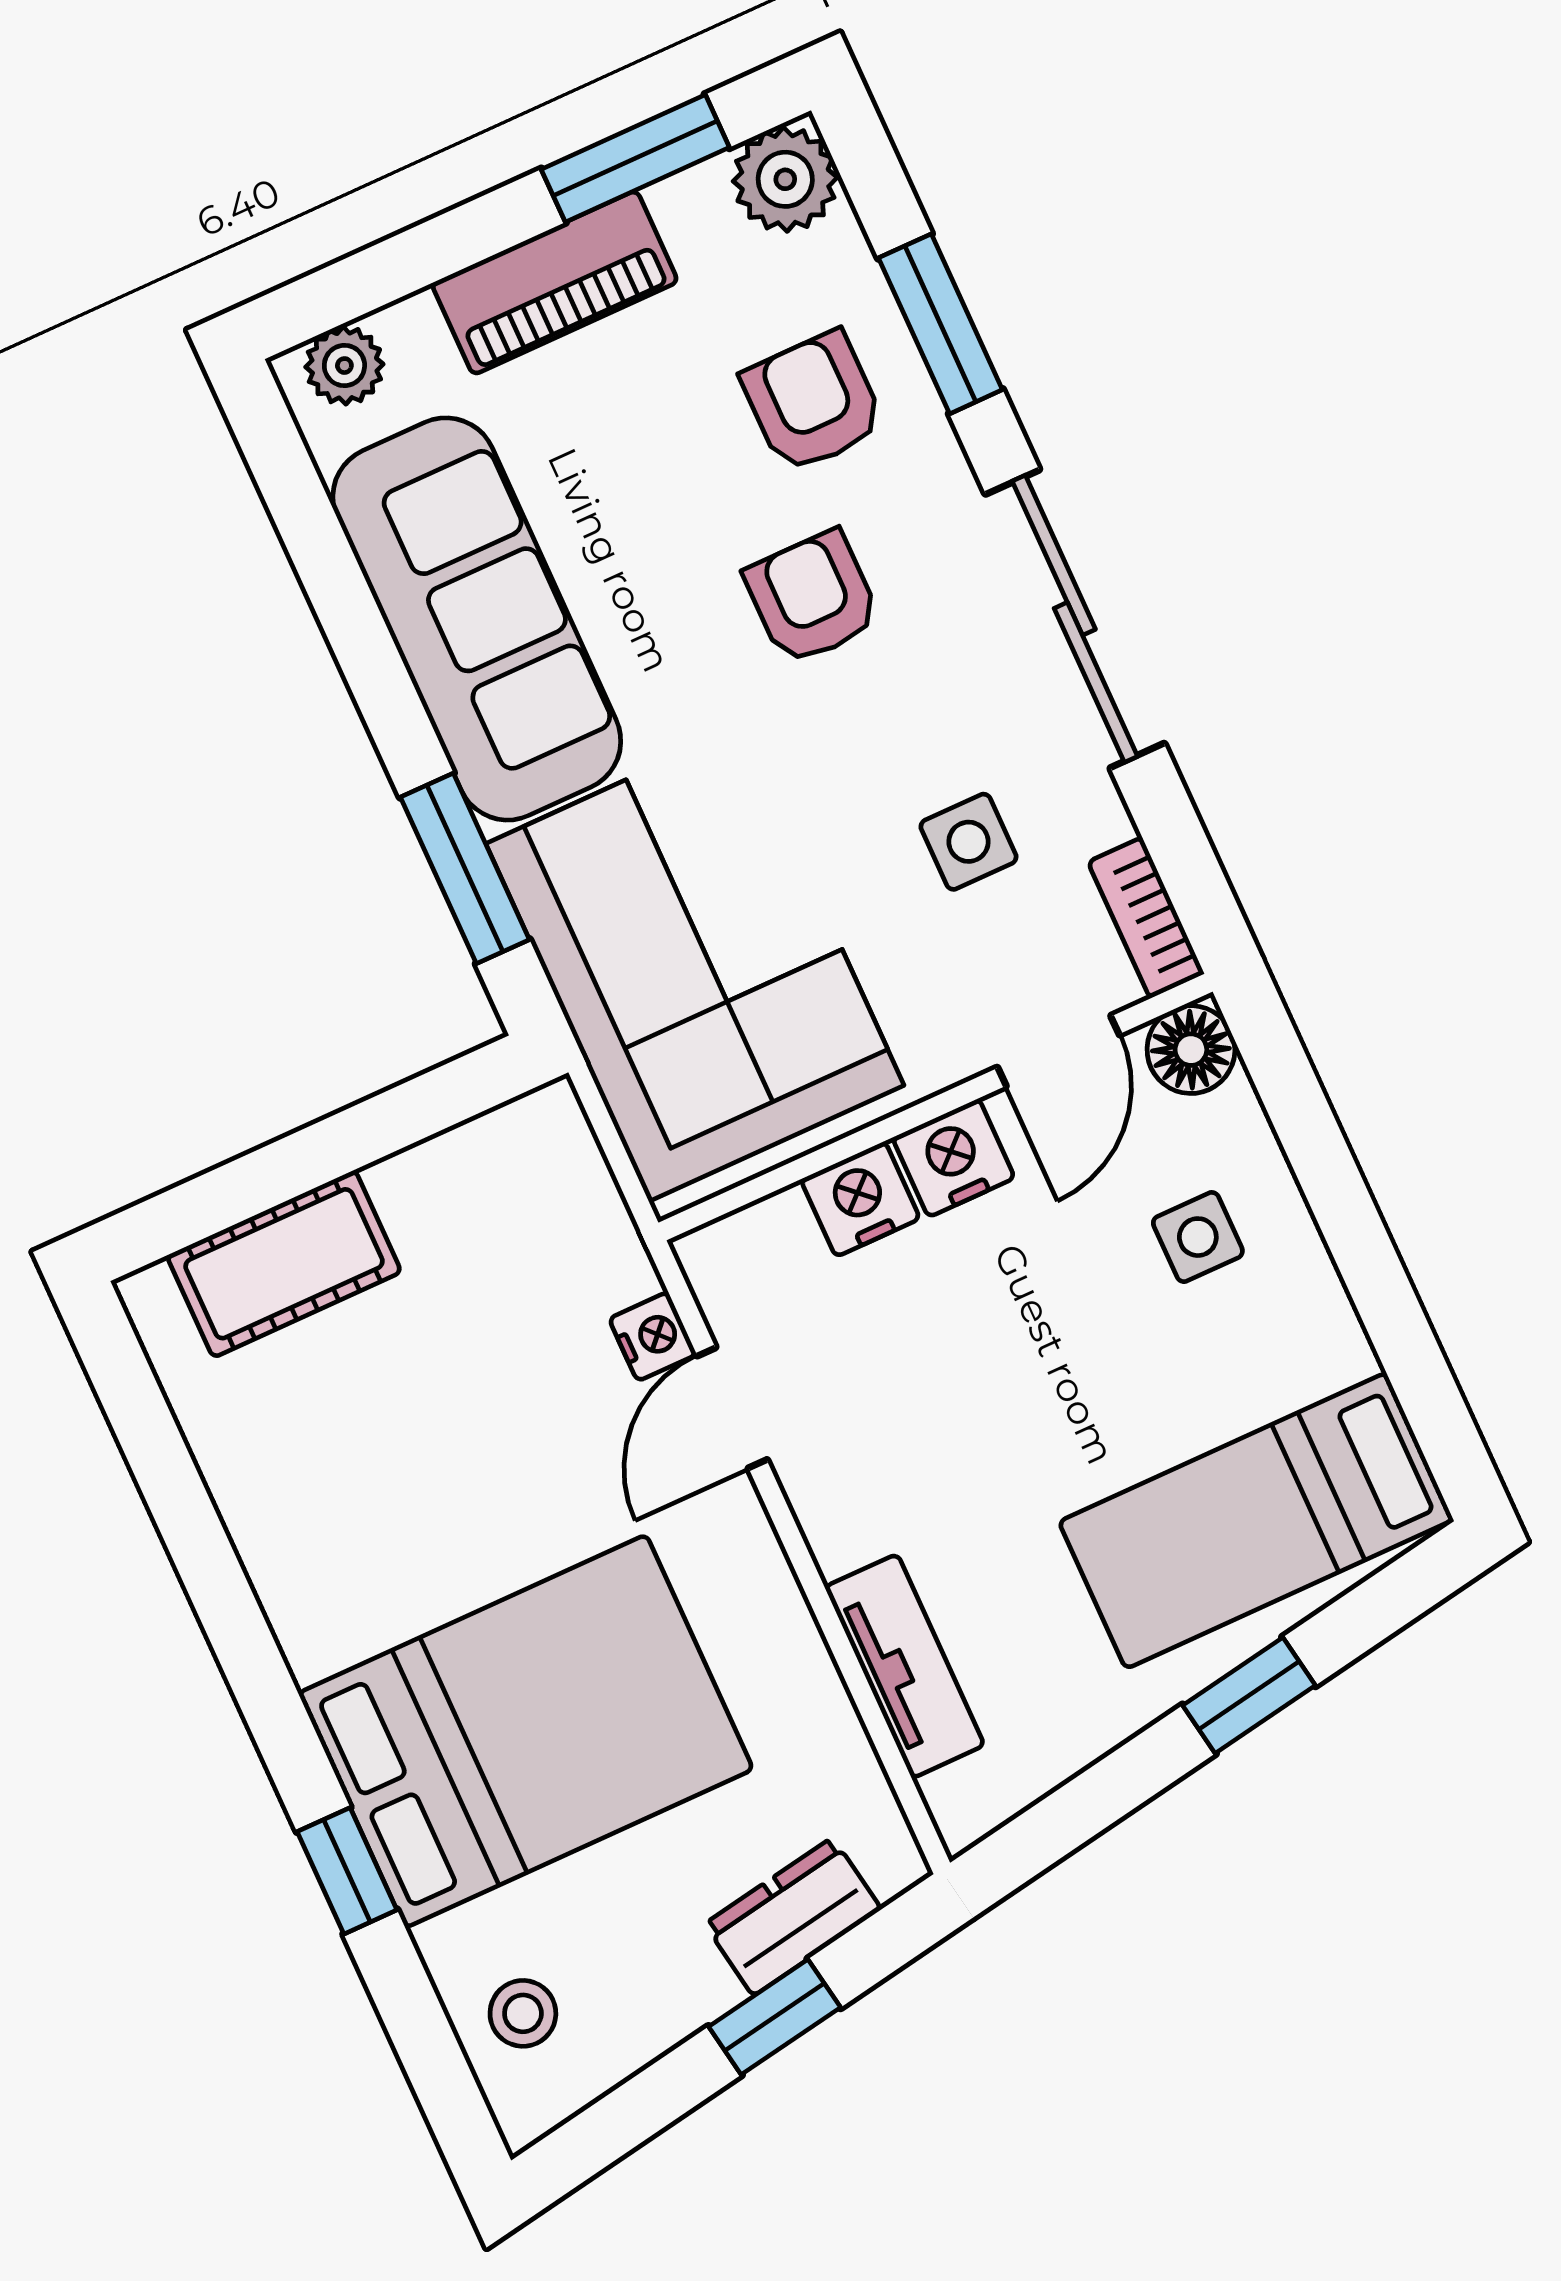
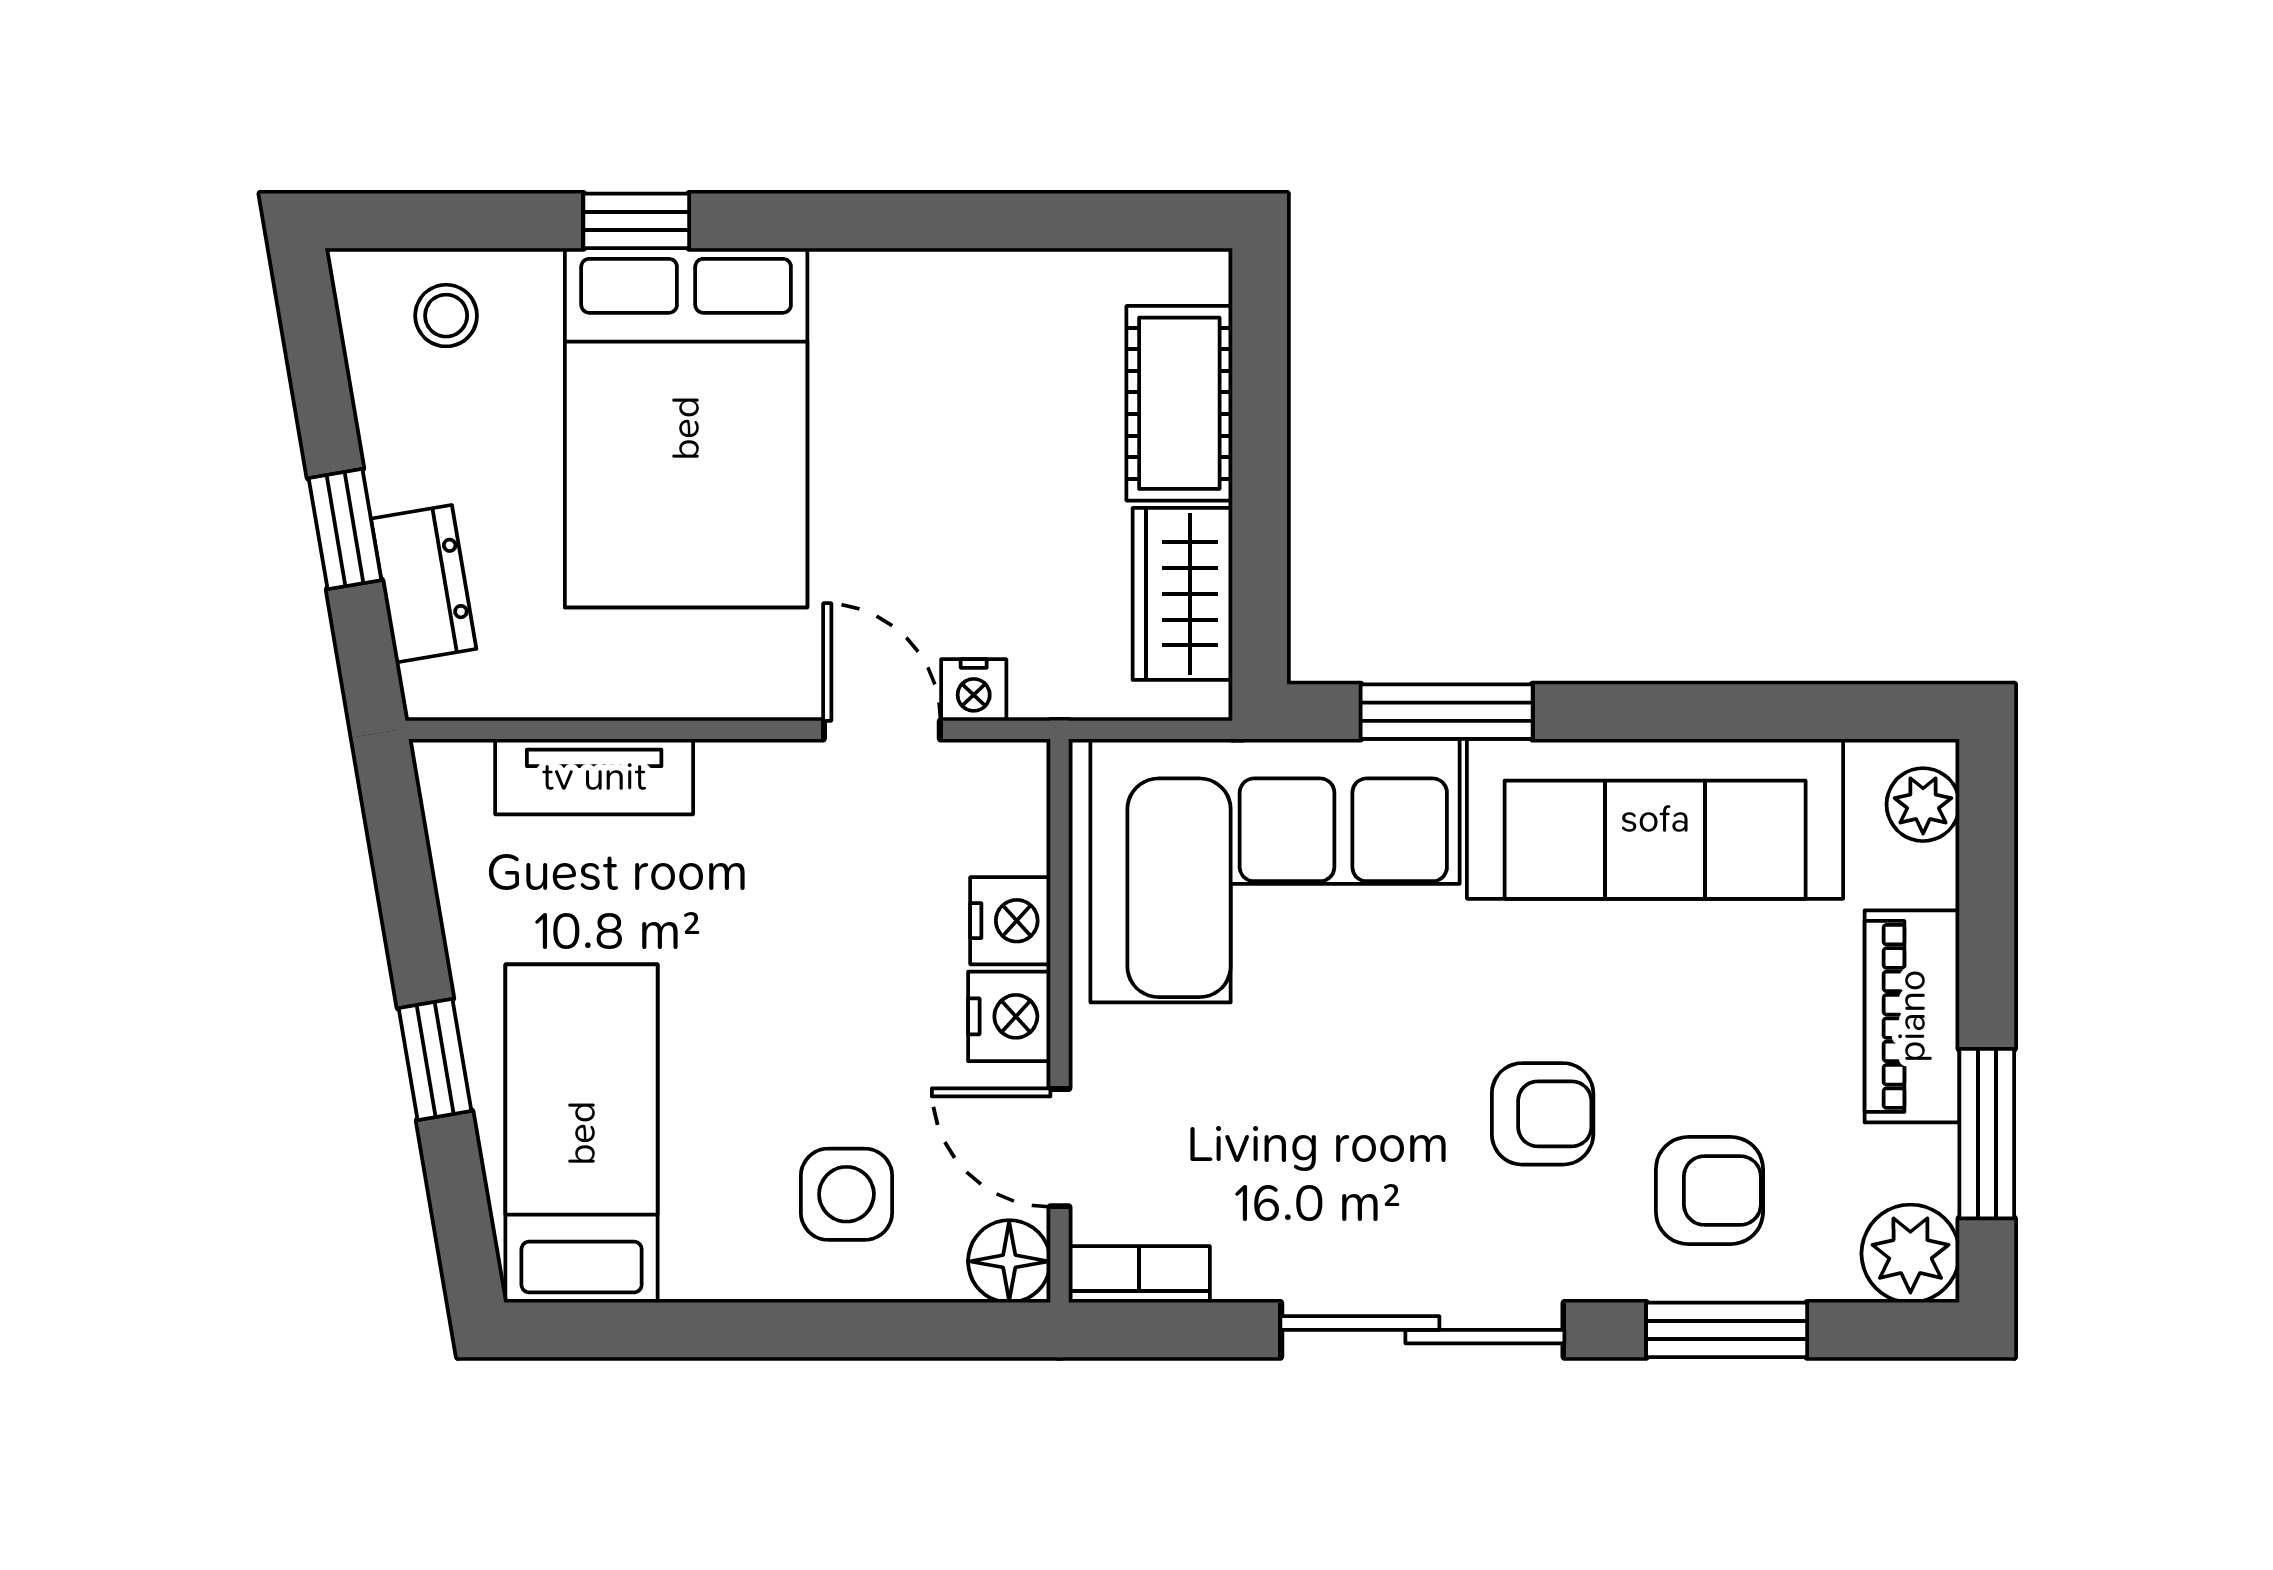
side table: (969, 842) -> (1273, 1152), removed
wardrobe: (467, 1177) -> (1182, 594), added
side table: (1198, 1237) -> (846, 1194), width x1.37, depth x1.37

